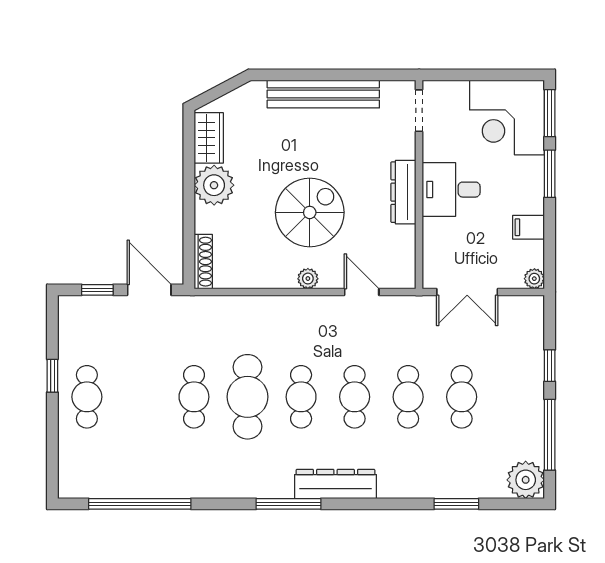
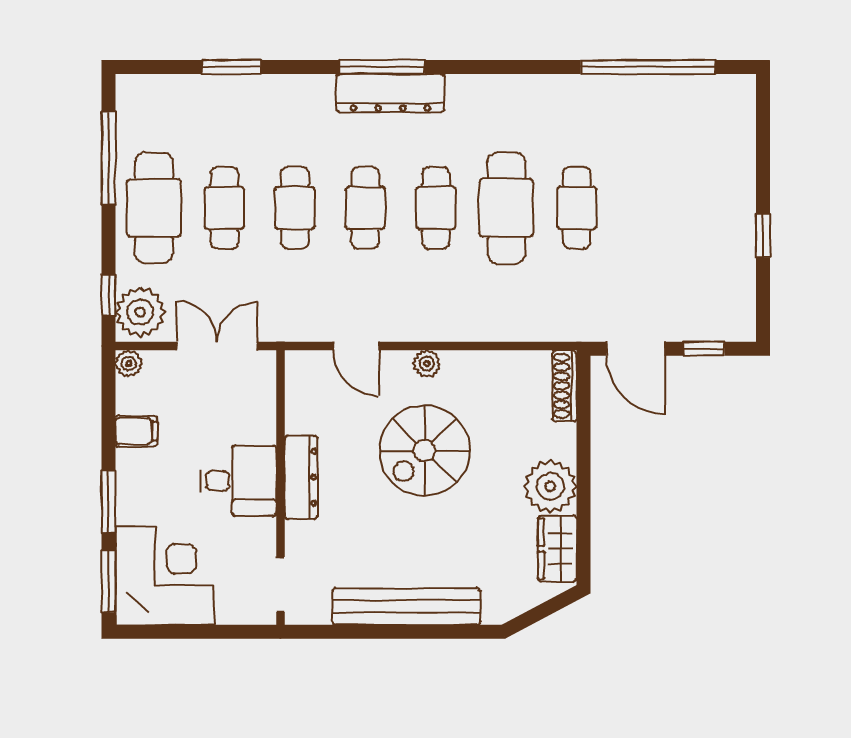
window: (550, 366) -> (109, 295), moved
cafe table: (87, 397) -> (154, 208), moved, width x1.37, depth x1.35
plant: (526, 480) -> (140, 312), moved
window: (288, 504) -> (382, 67), moved

